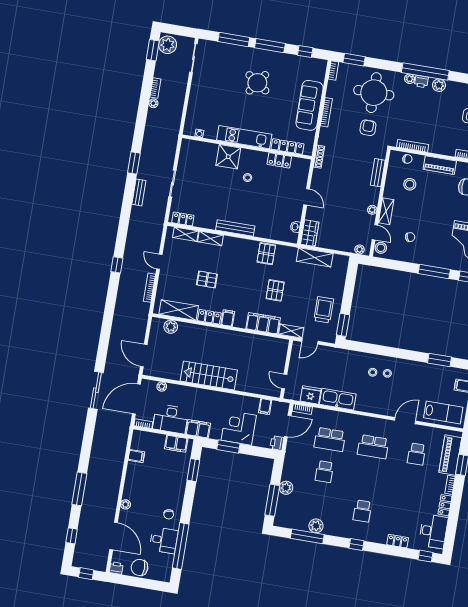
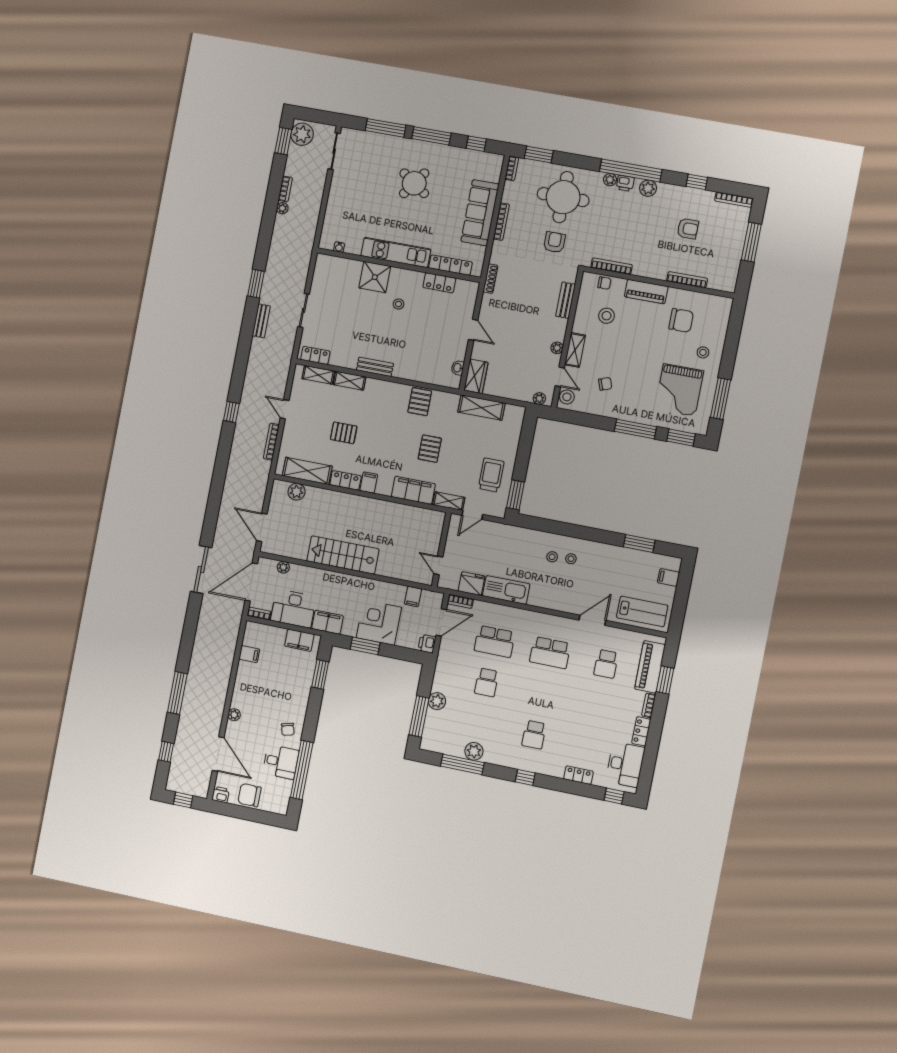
bench: (235, 228) -> (375, 367), width x0.73

